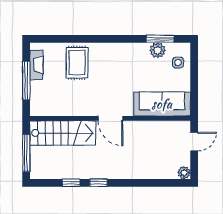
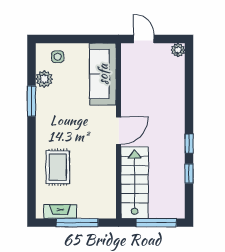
window: (160, 39) -> (32, 101), moved
rug: (77, 63) -> (58, 167), turned 90

